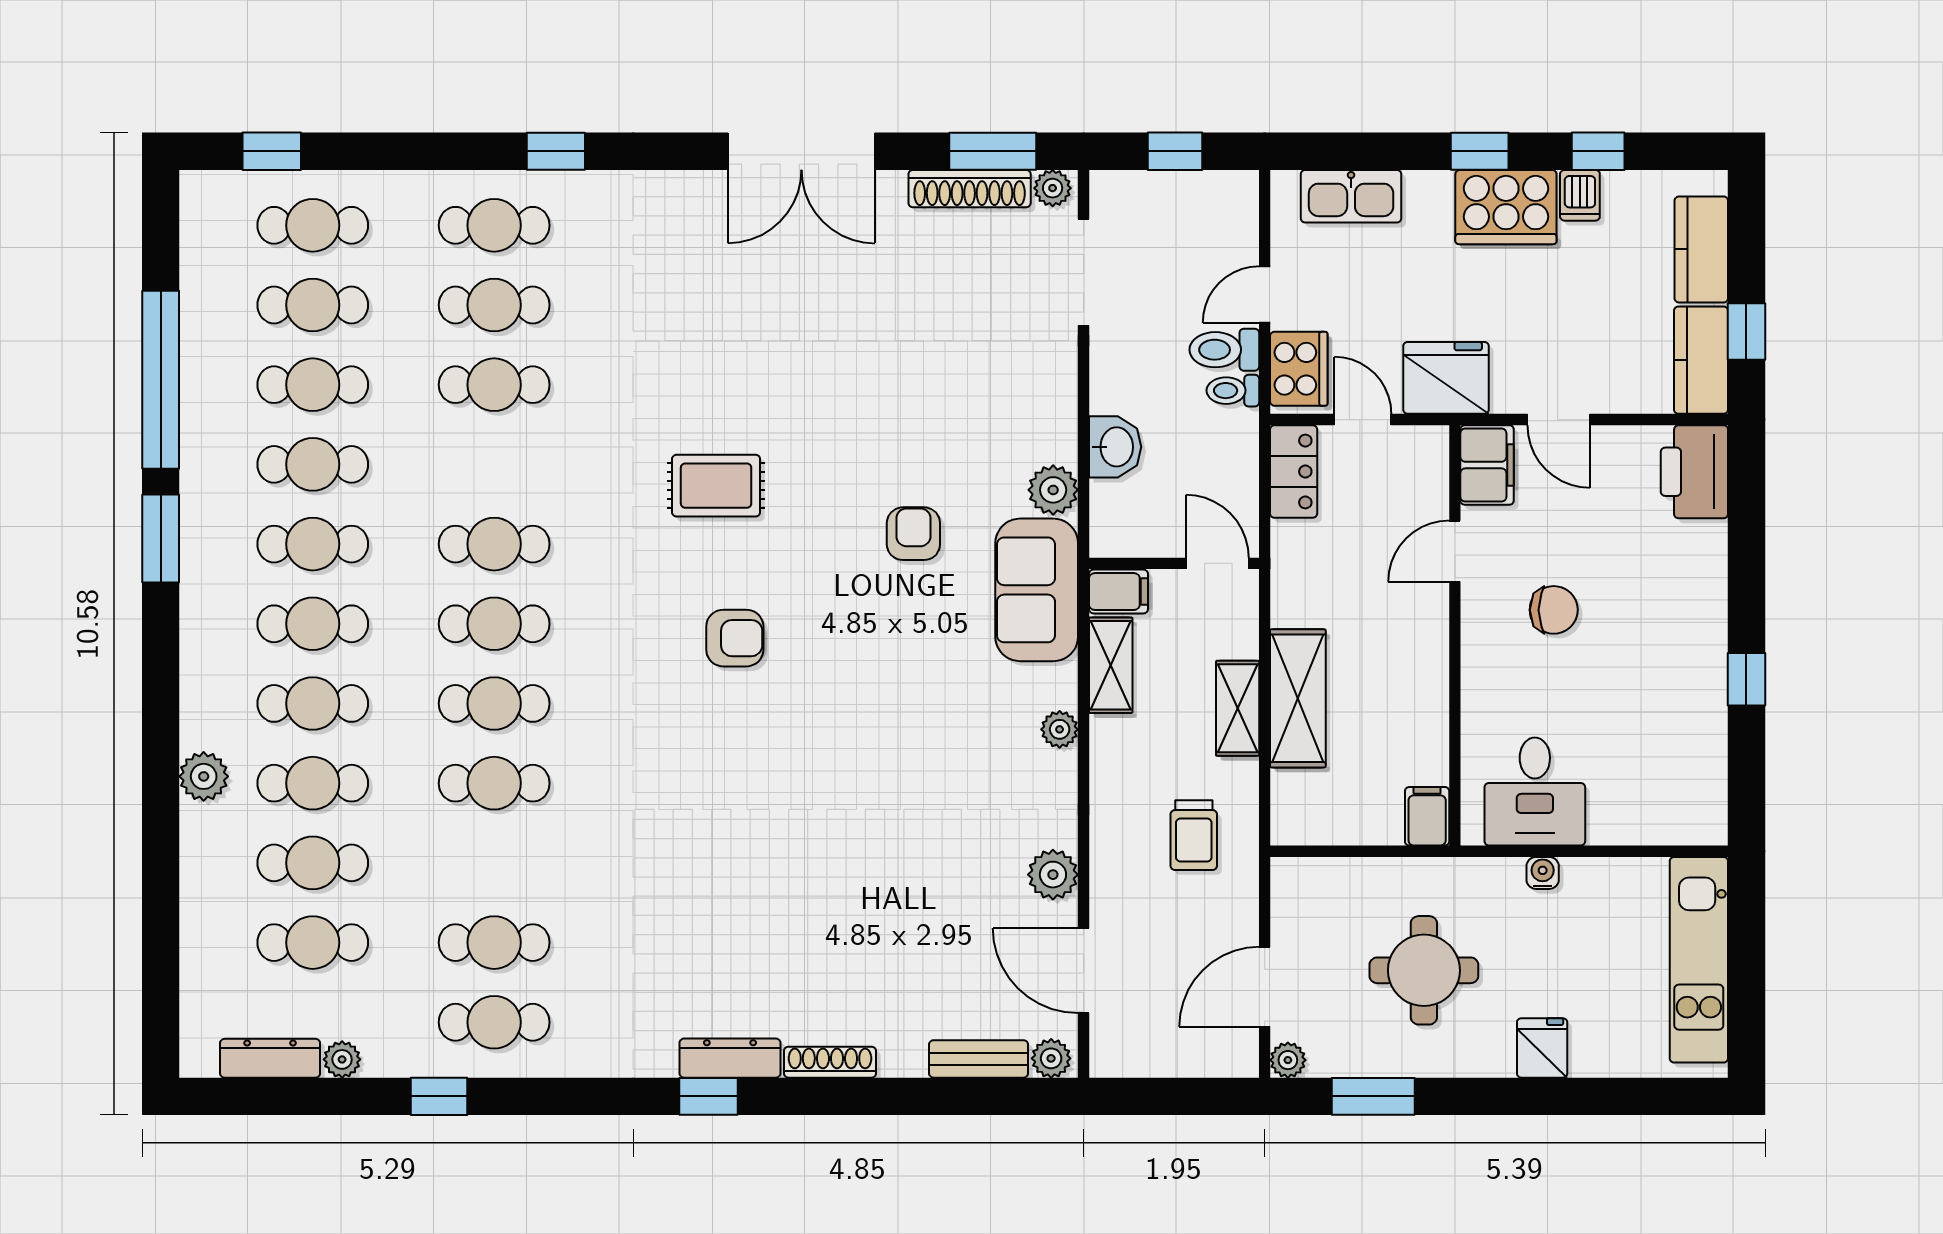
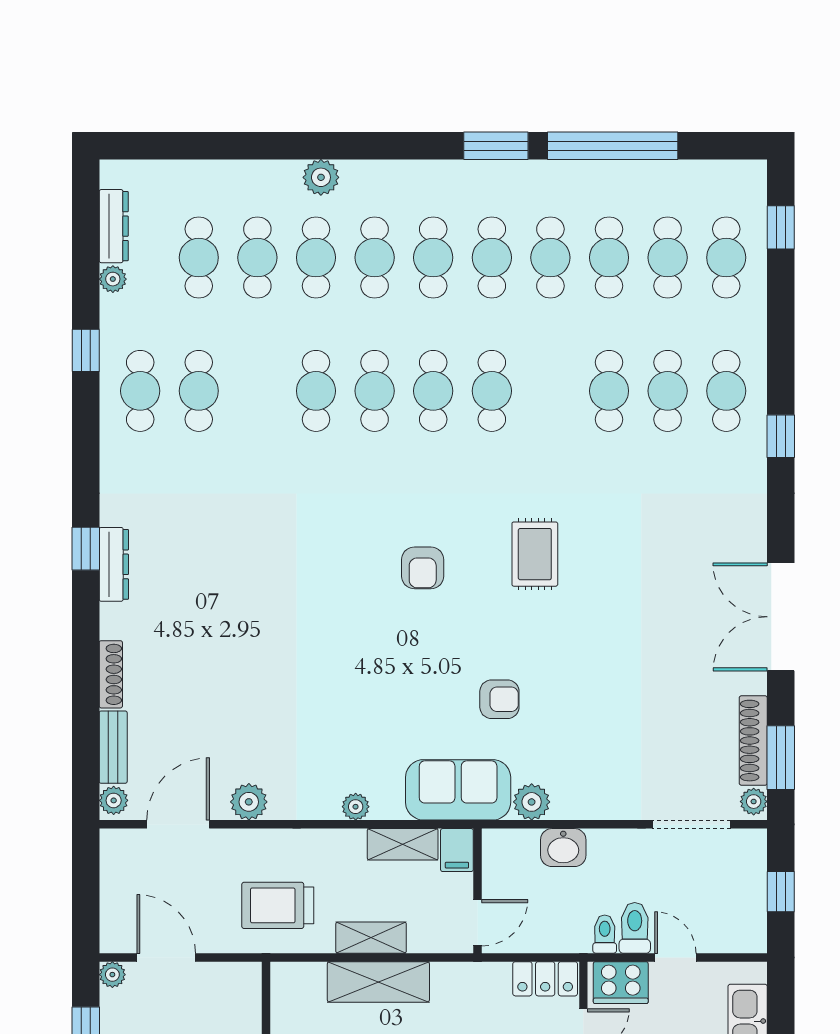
trolley: (1194, 835) -> (278, 905), width x1.36, depth x1.39
shoe rack: (830, 1062) -> (111, 674), moved

